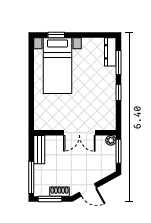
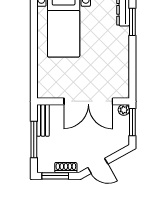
window: (118, 92) -> (132, 56), removed
double door: (79, 133) -> (88, 101), width x1.37
window: (31, 177) -> (34, 139), moved

